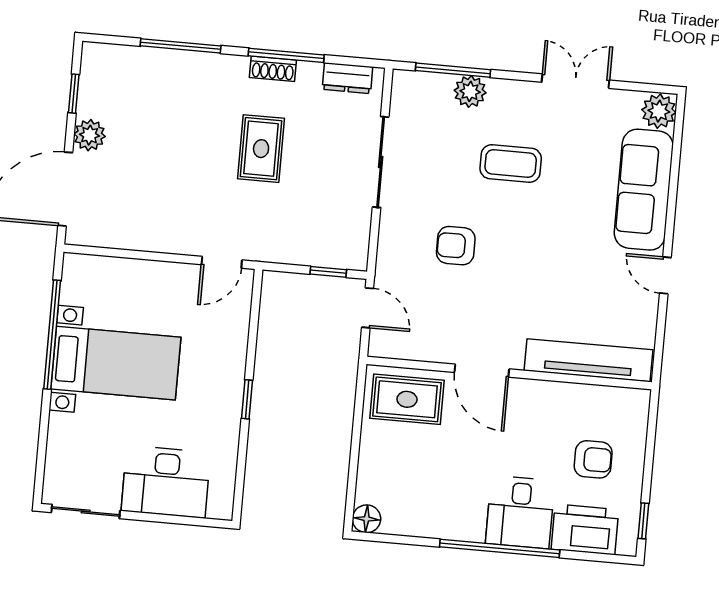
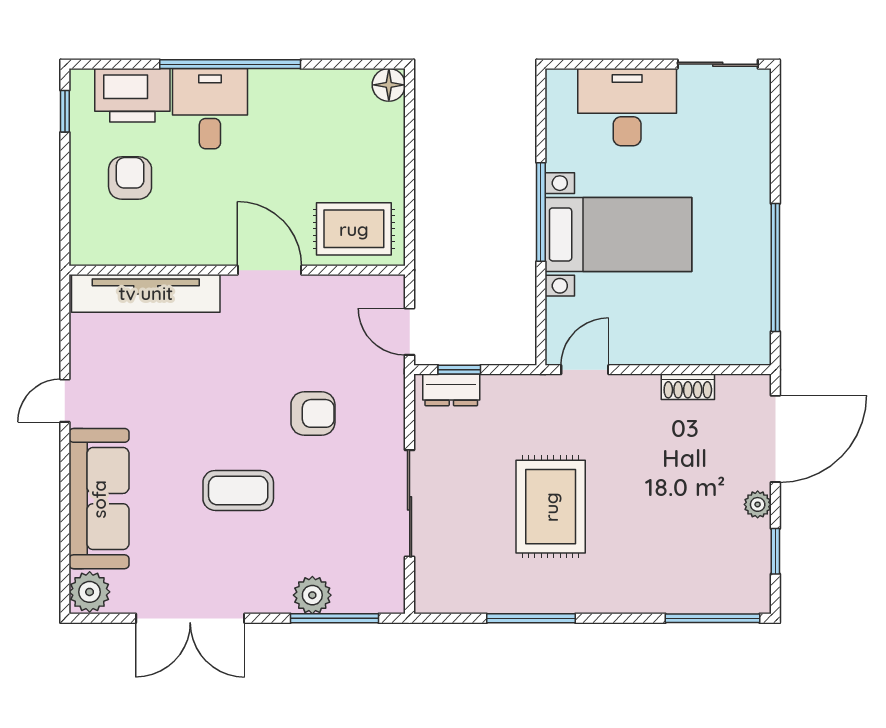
window: (181, 46) -> (713, 618), moved
shoe rack: (273, 69) -> (688, 387), moved, turned 180
dresser: (347, 78) -> (451, 390), moved, turned 180
double door: (575, 81) -> (190, 618), width x1.37
plant: (90, 135) -> (758, 504), width x0.73, depth x0.73
rug: (261, 149) -> (551, 507), width x1.36, depth x1.43
coffee table: (511, 163) -> (238, 490), moved
door: (665, 275) -> (65, 401), swing flipped
bed with nightstands: (116, 363) -> (618, 234), moved, turned 180
window: (247, 399) -> (541, 212), width x2.17
armchair: (593, 459) -> (130, 178), turned 90

